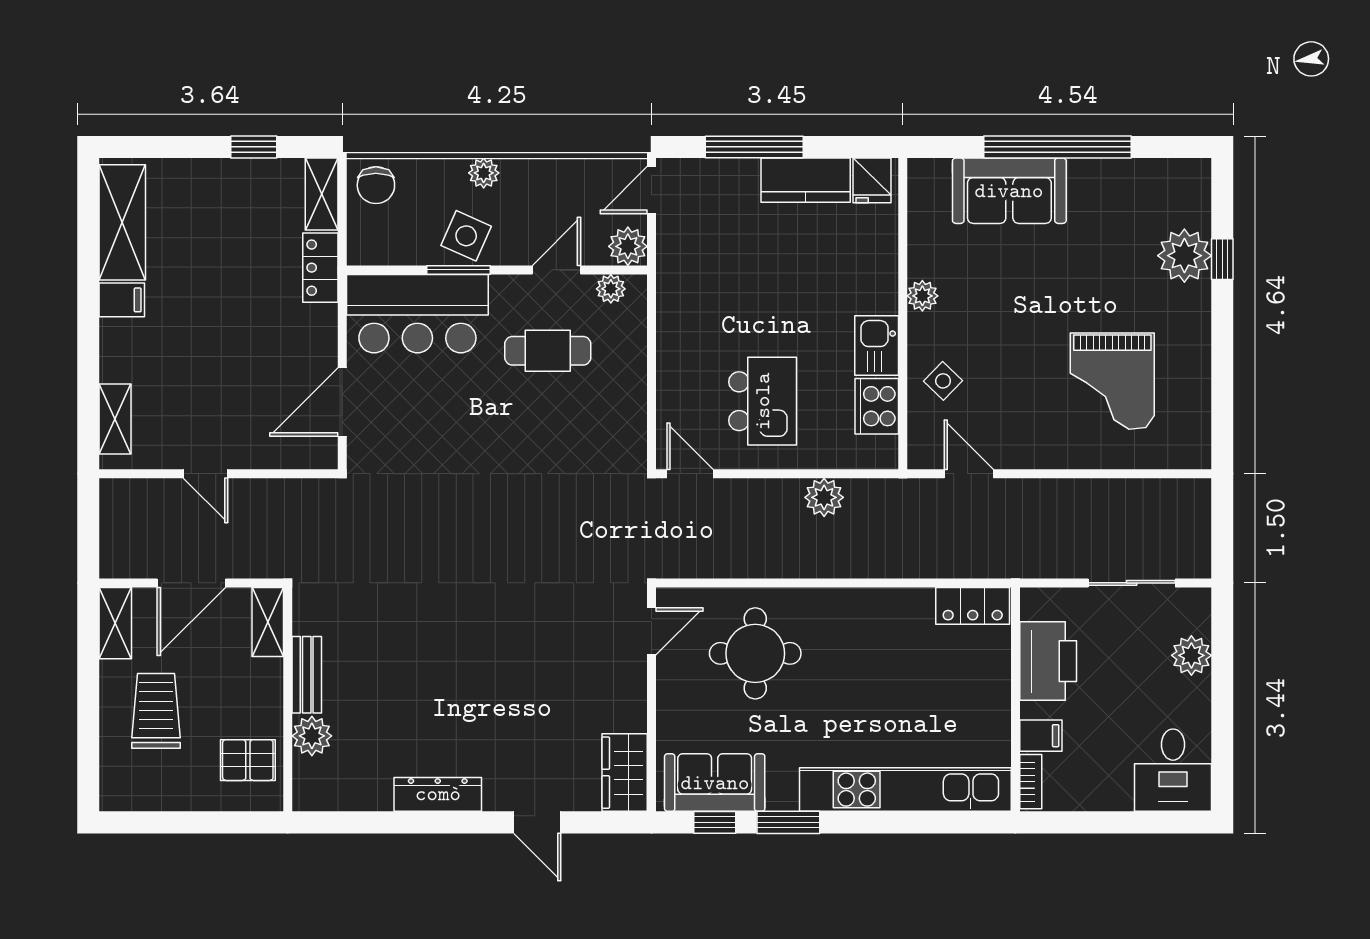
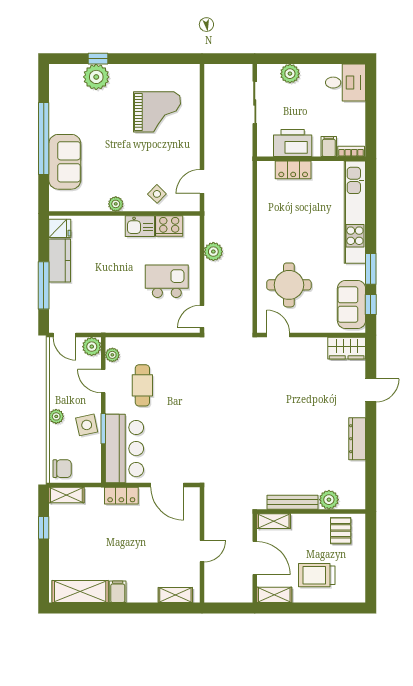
side table: (466, 236) -> (87, 425), turned -36
locker: (320, 268) -> (121, 496), moved
locker: (973, 606) -> (293, 170), moved, turned 90
bench: (307, 675) -> (293, 502), width x1.36

